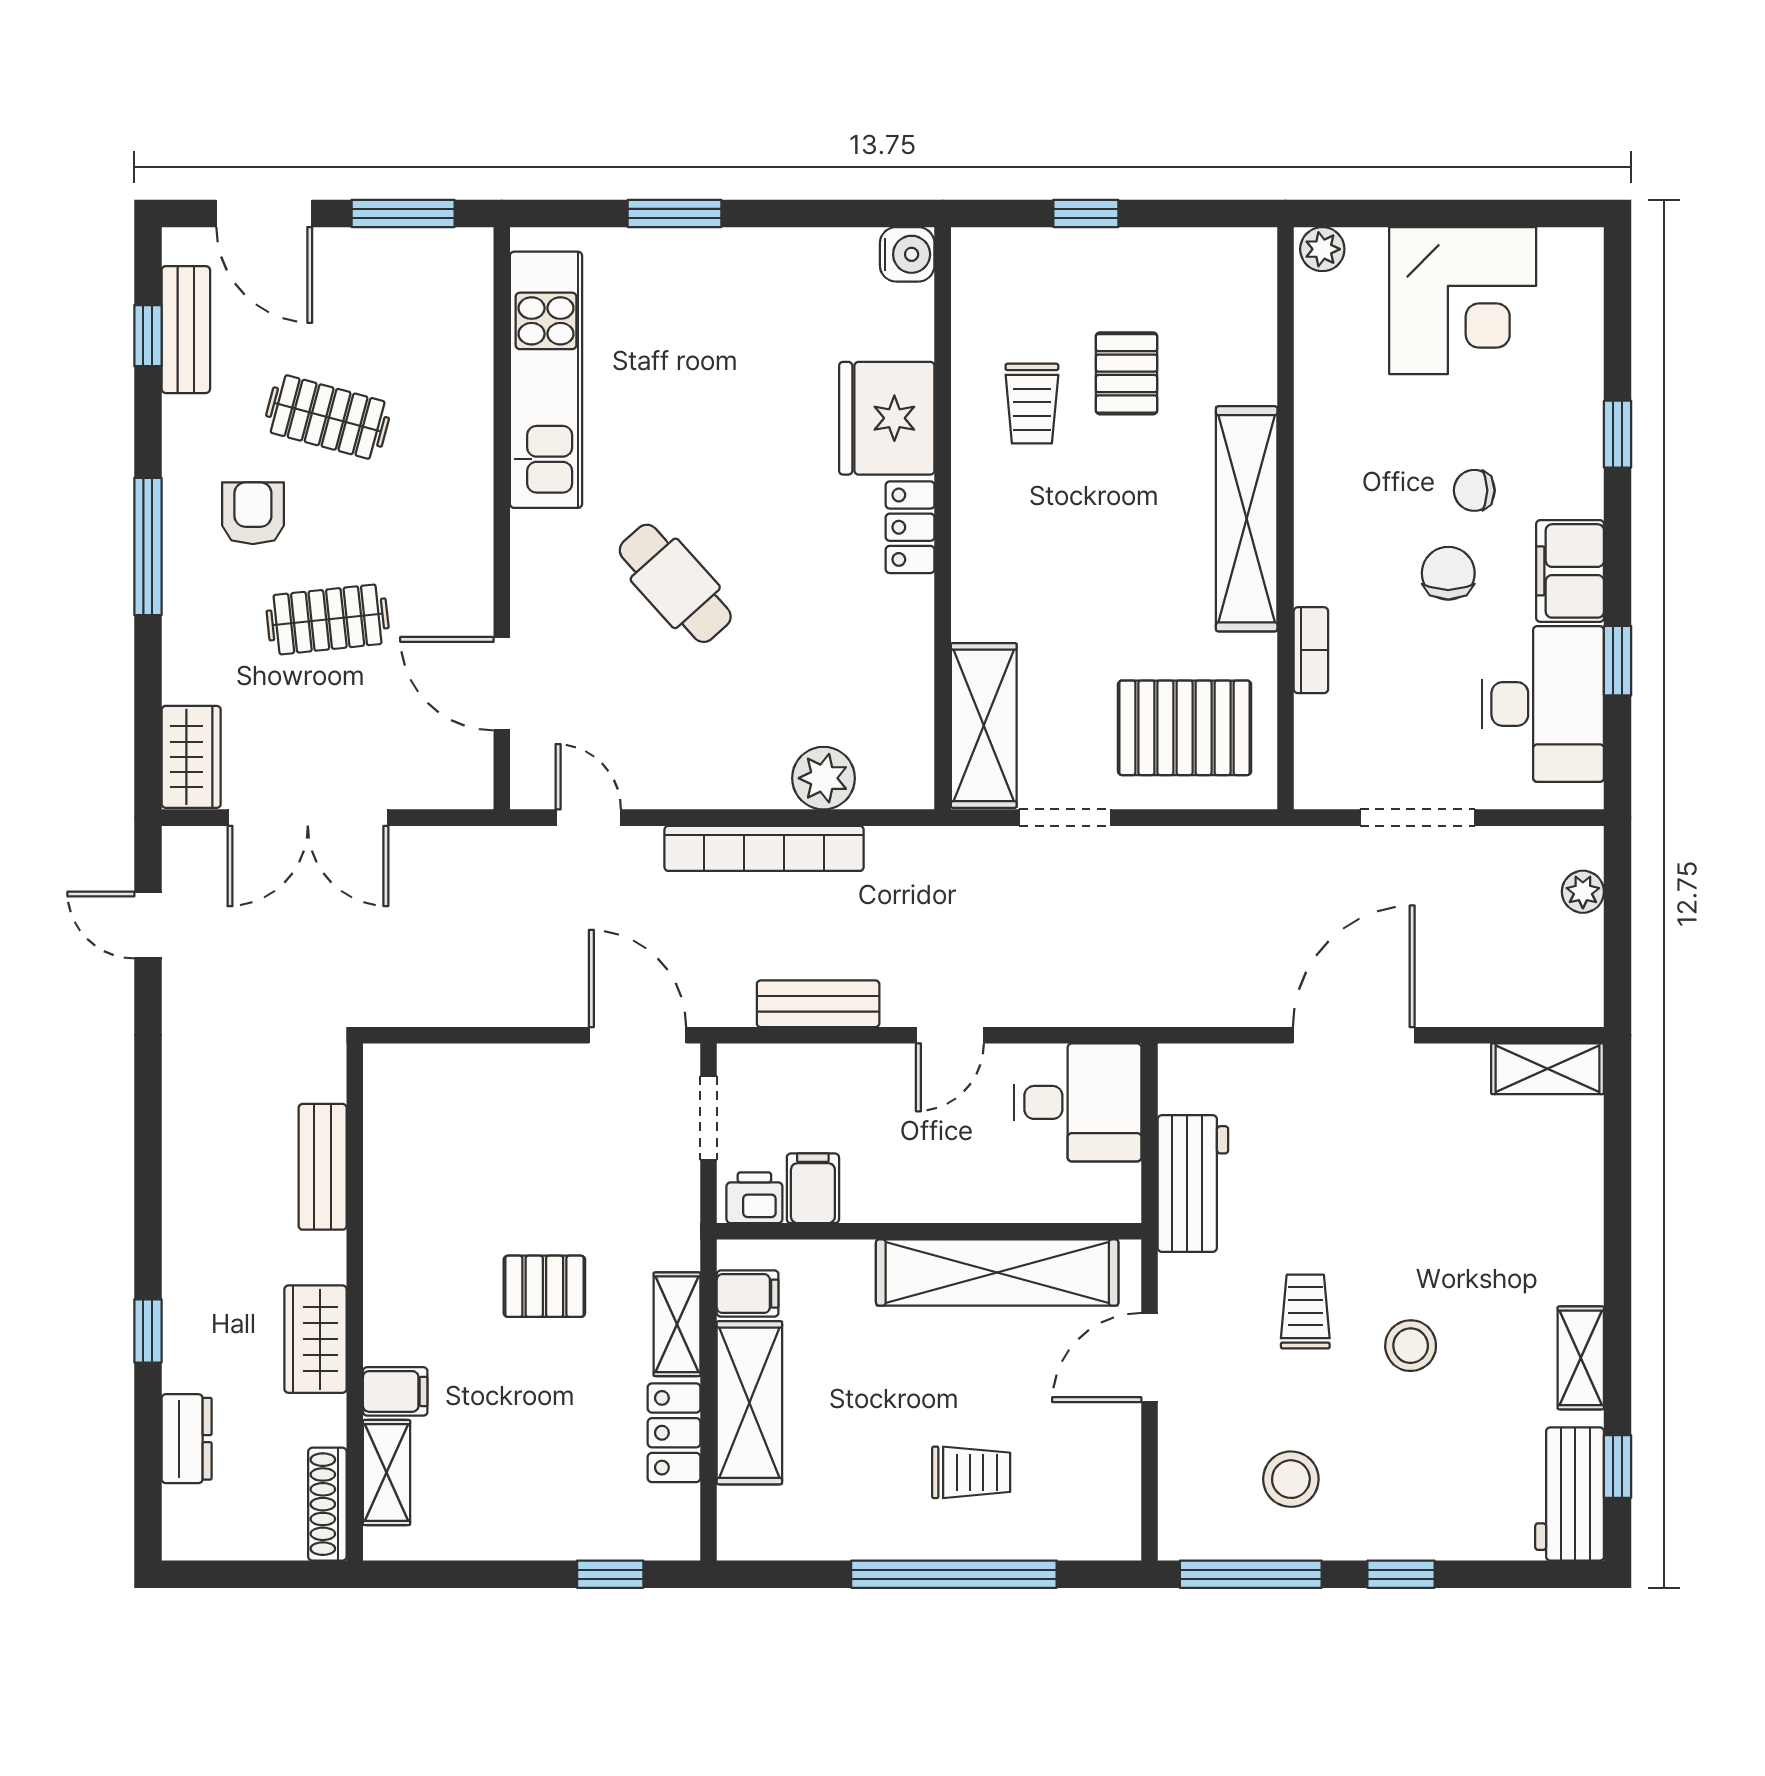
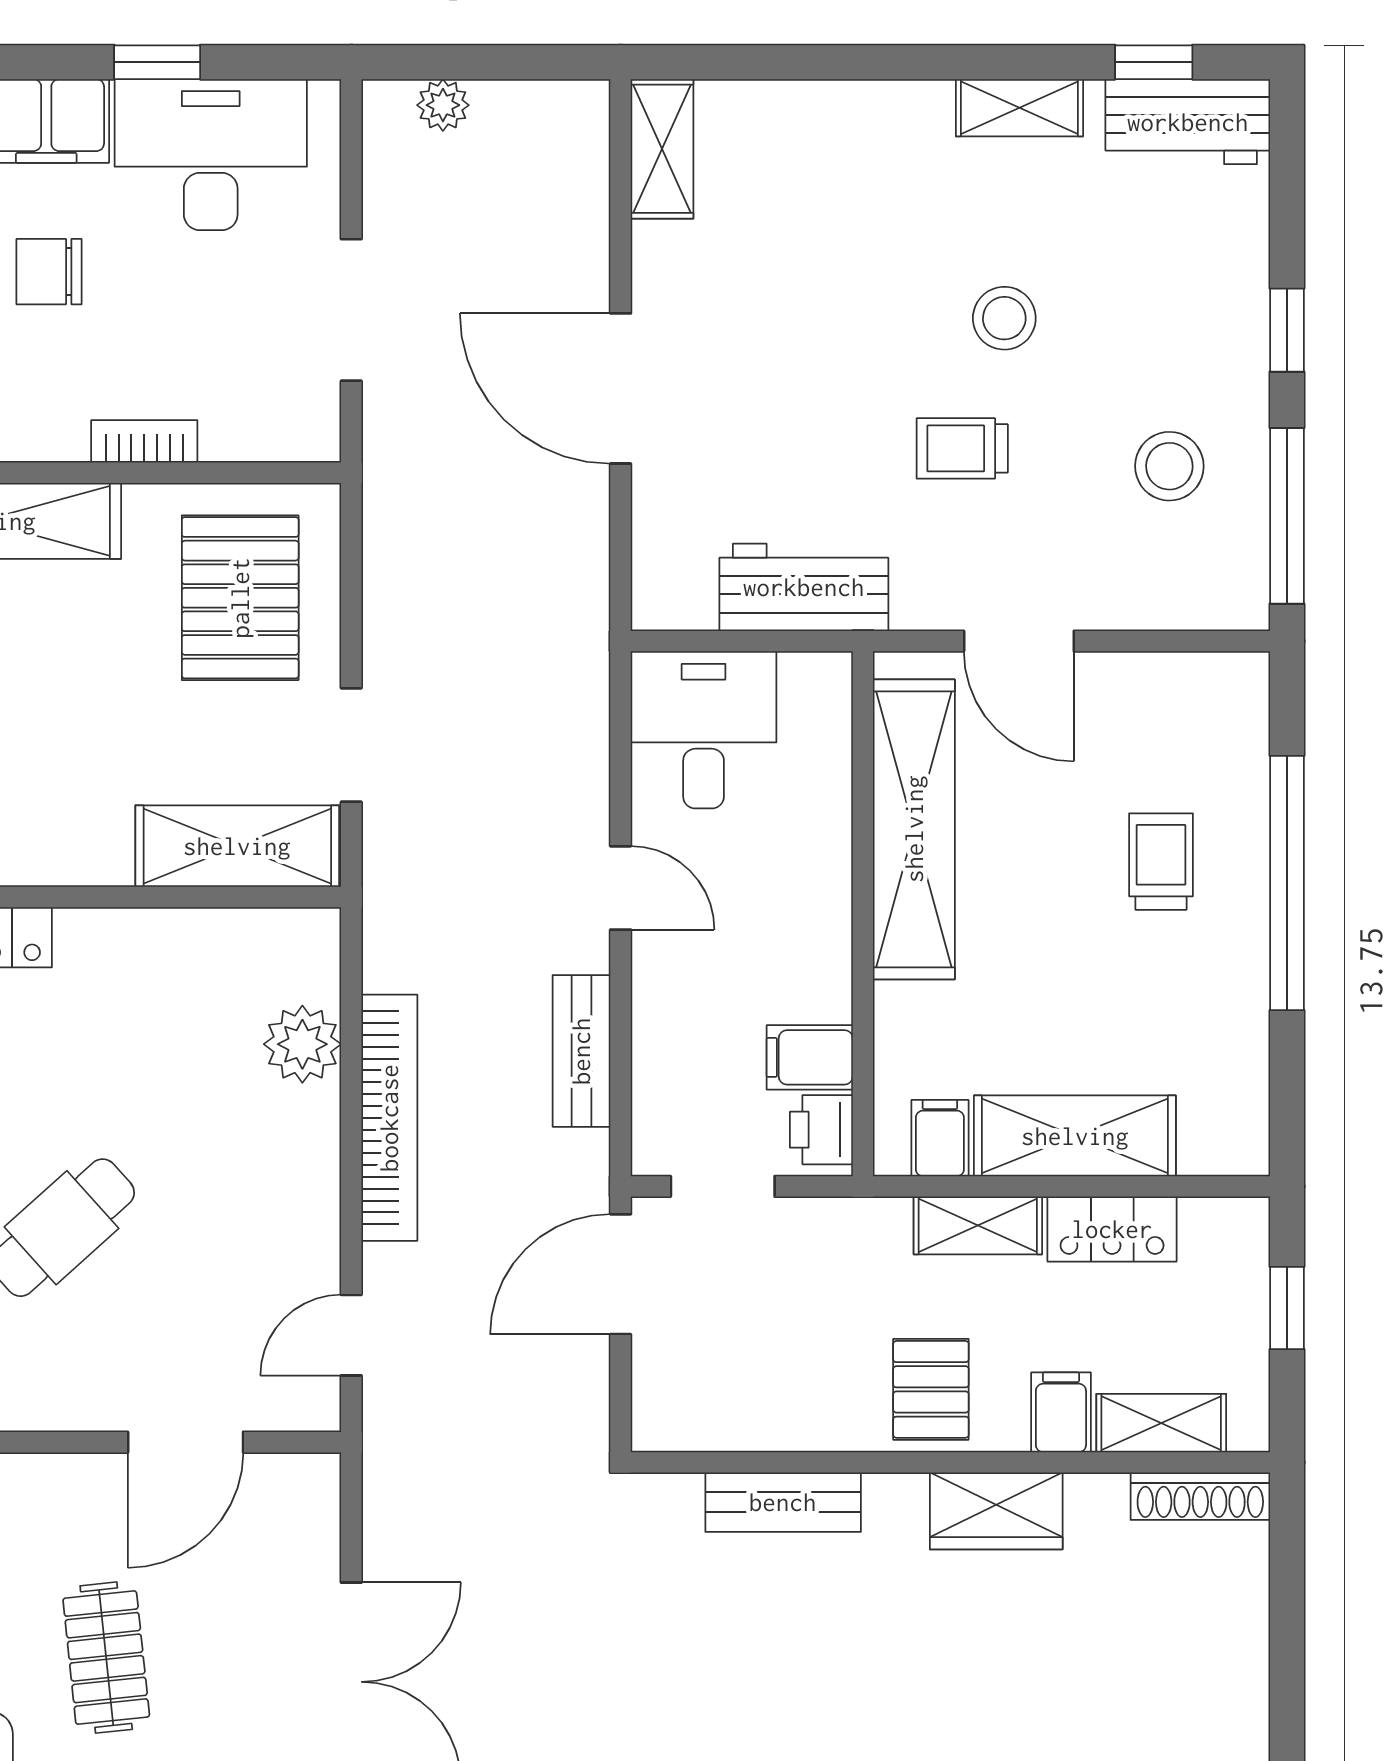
bench: (323, 1167) -> (783, 1502), moved
wall: (355, 1302) -> (950, 1462), moved
wardrobe: (315, 1339) -> (996, 1511), moved
filing cabinet: (395, 1391) -> (1061, 1412), moved
shelving: (387, 1473) -> (1161, 1423), moved
shoe rack: (327, 1504) -> (1200, 1496), moved

